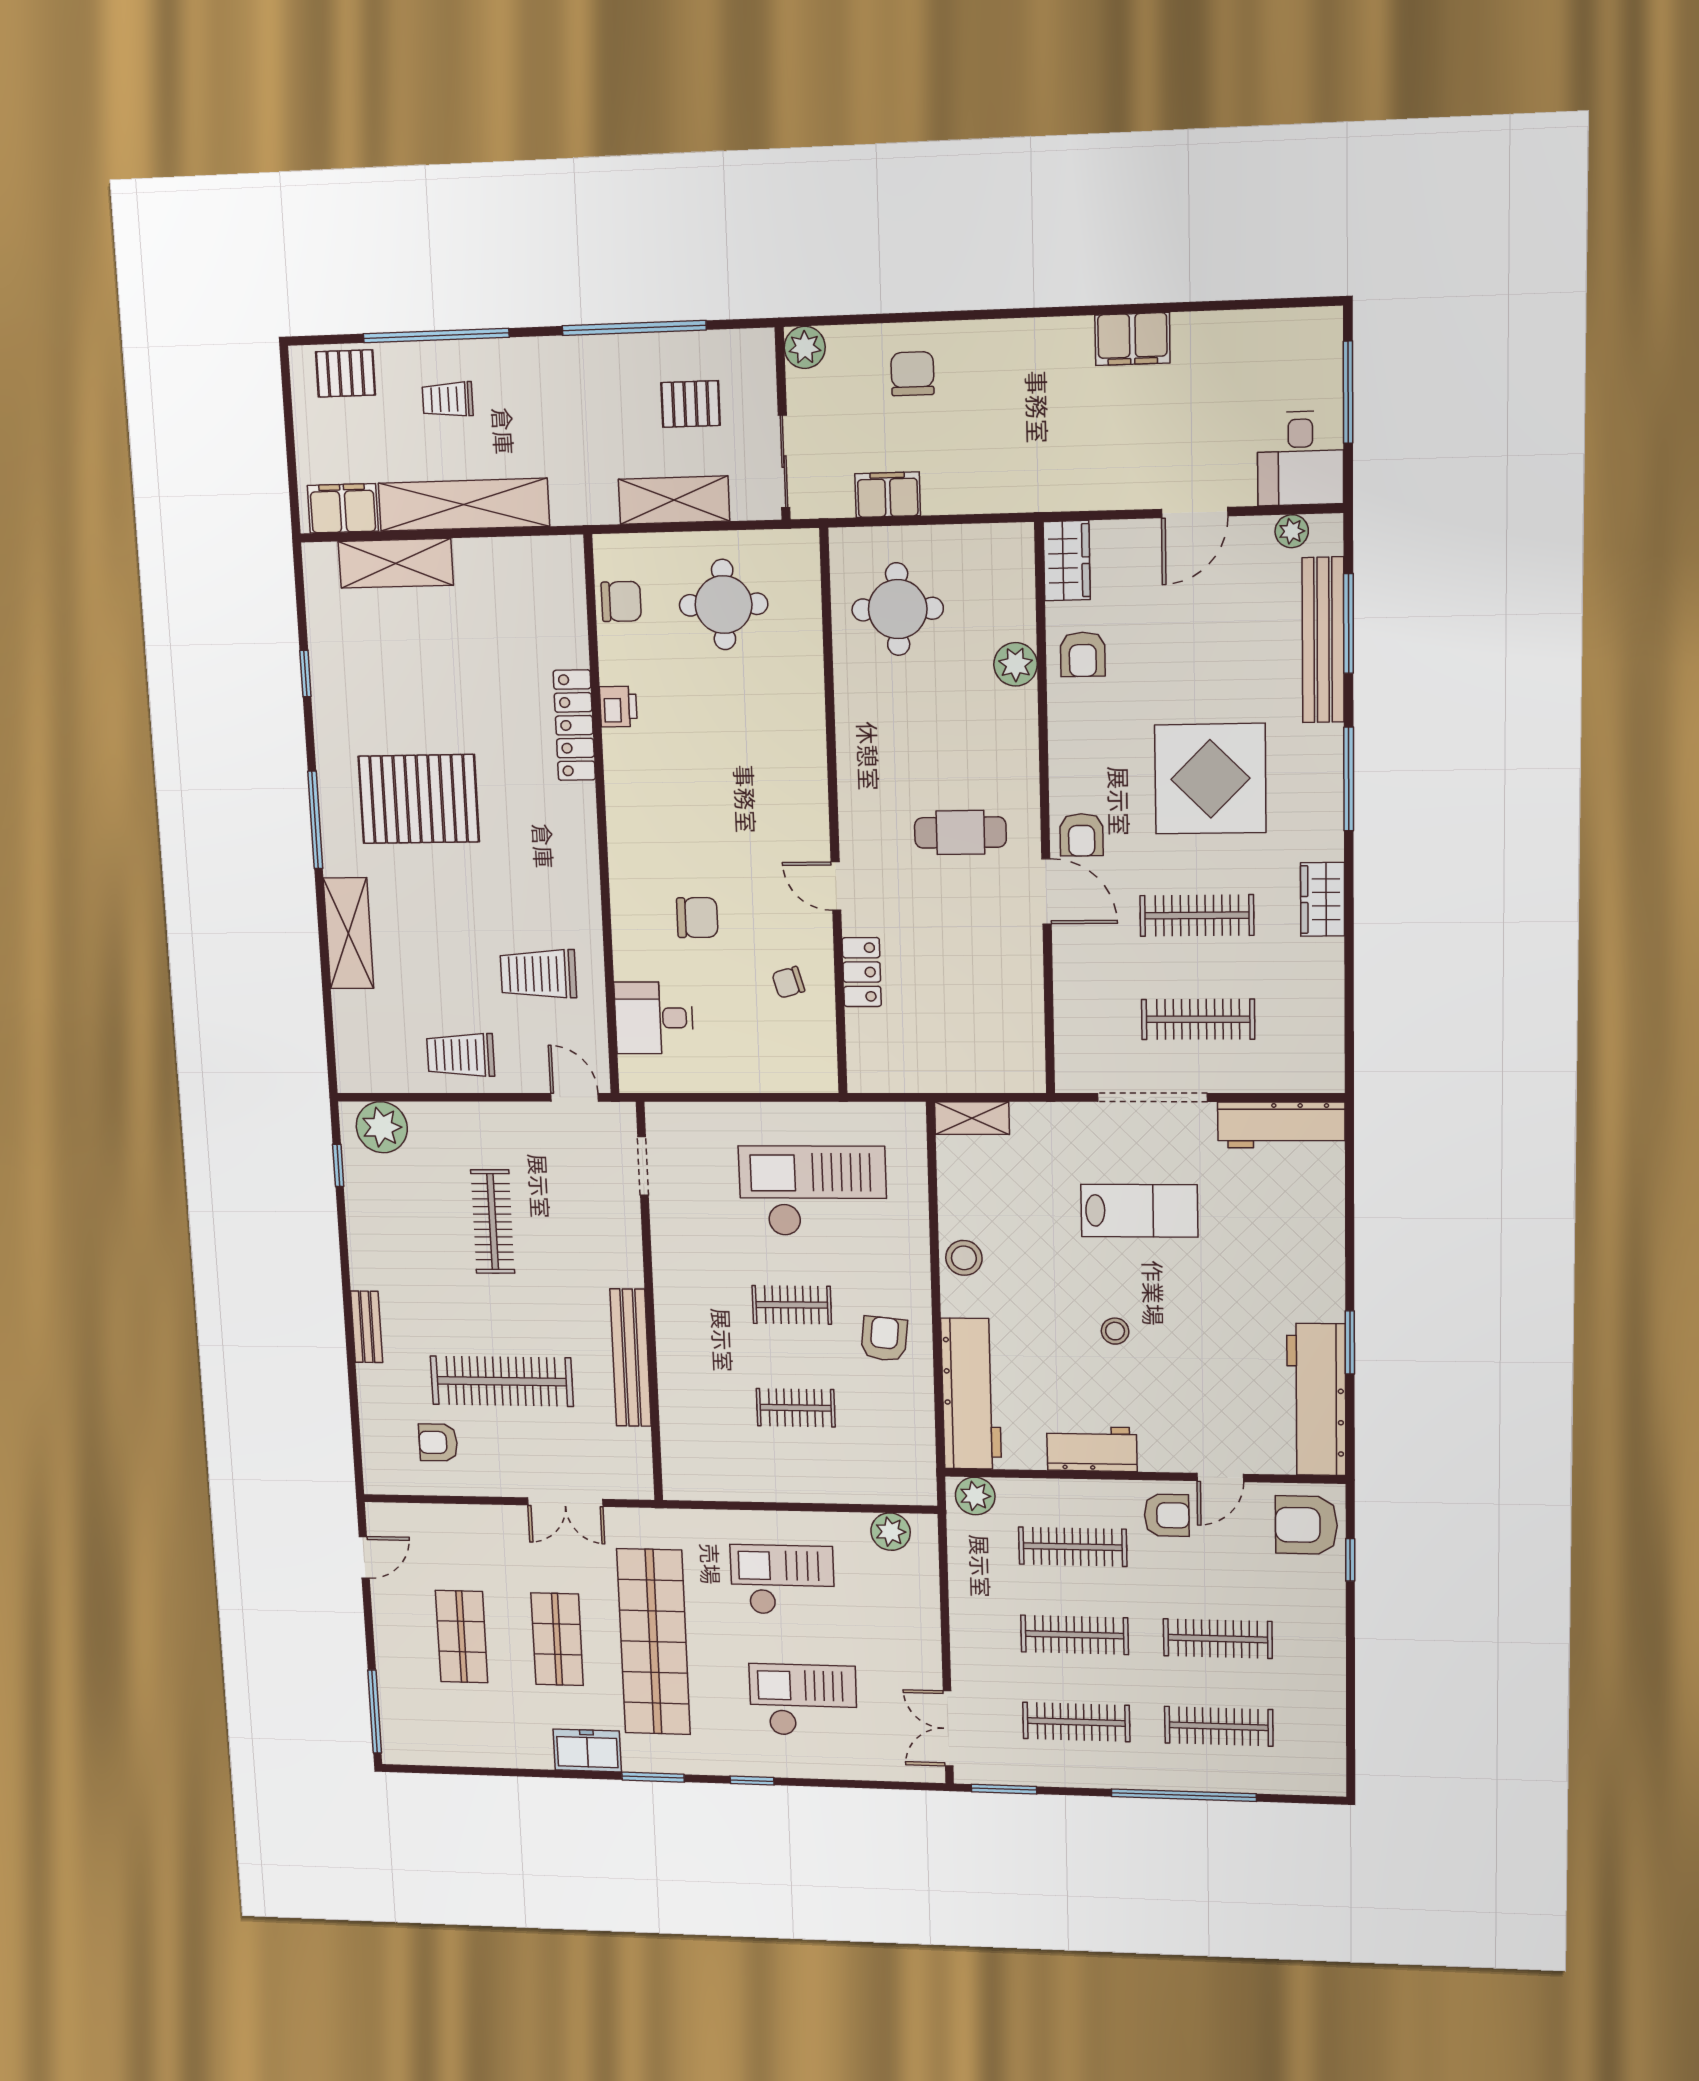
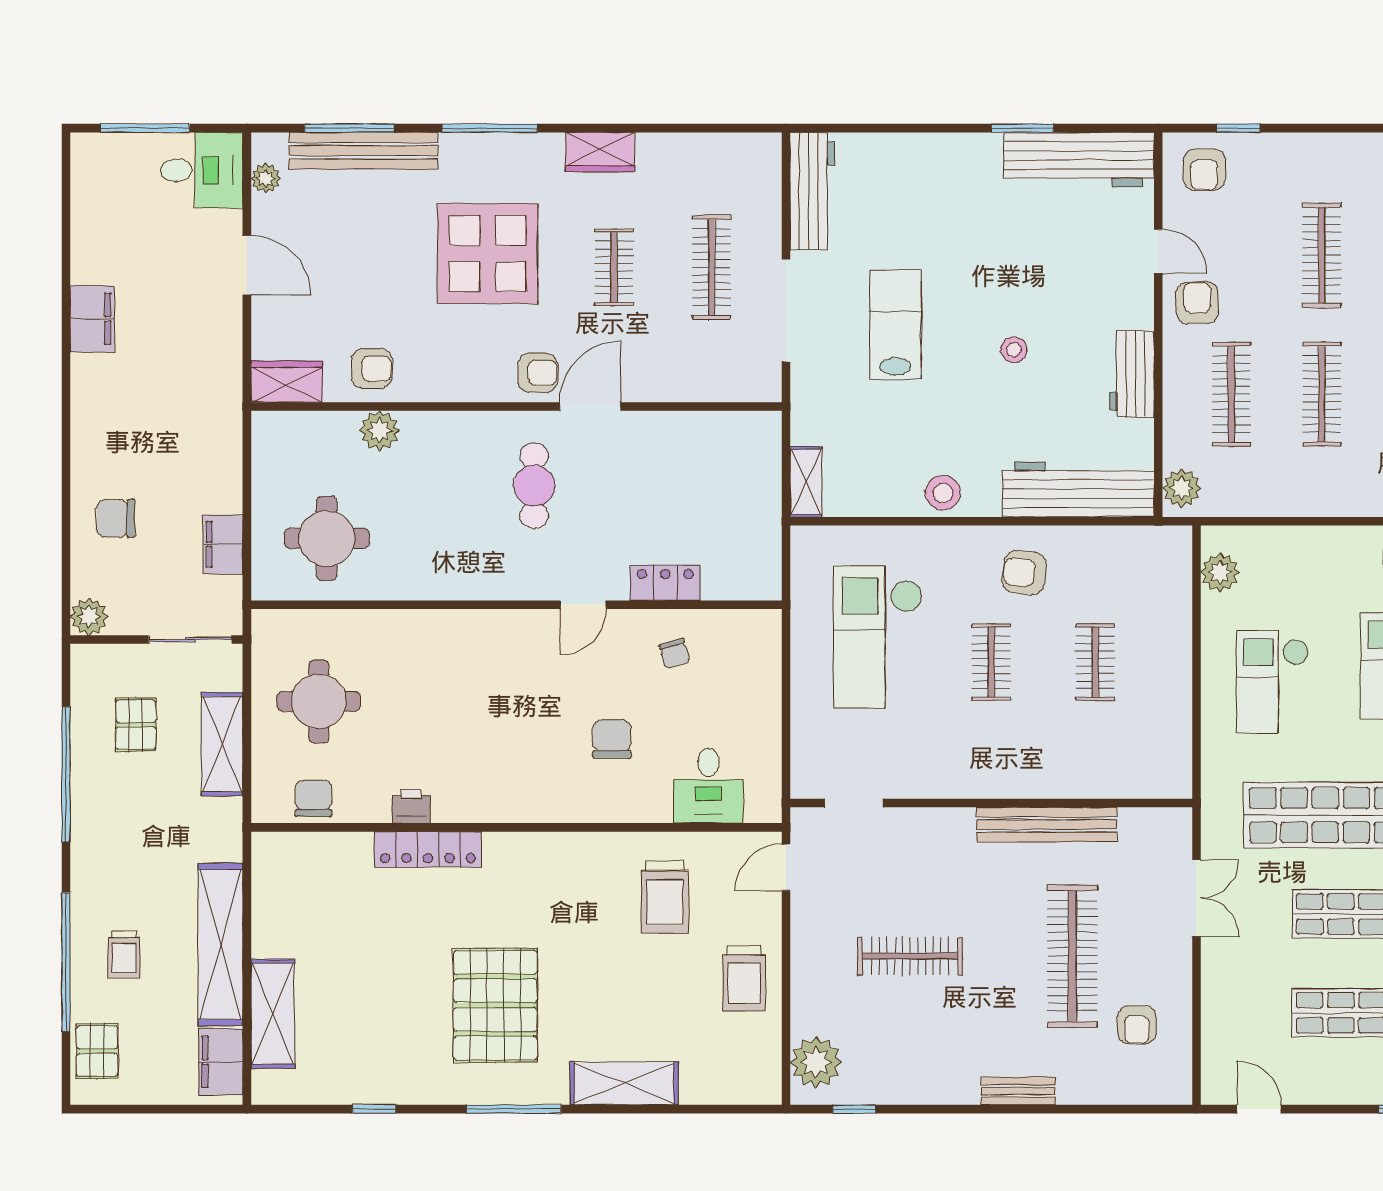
clothes rail: (1197, 915) -> (614, 267), width x0.73
armchair: (1306, 1525) -> (1204, 170), width x0.72, depth x0.72

